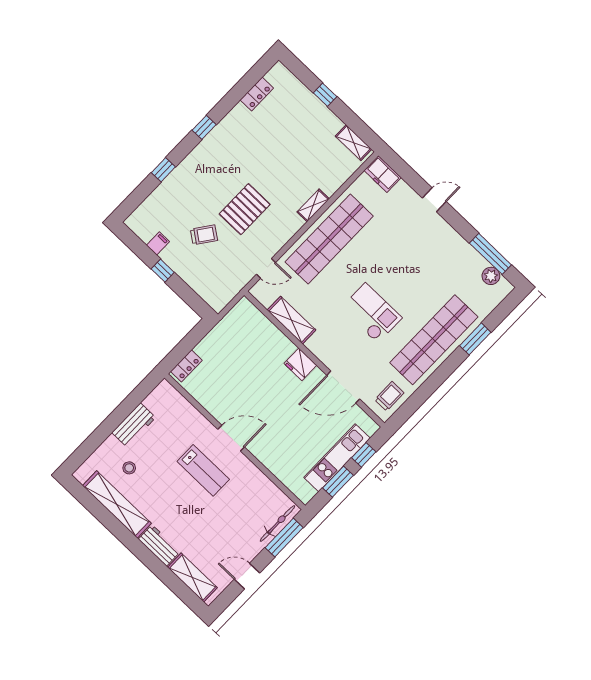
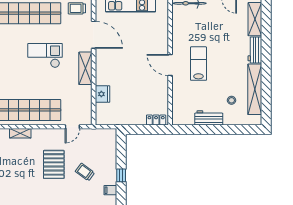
pallet: (245, 209) -> (54, 164), turned 90
door: (266, 268) -> (72, 127), swing flipped
checkout: (371, 313) -> (45, 56), turned 90
shelving: (291, 320) -> (85, 68), moved
fridge: (300, 364) -> (103, 94), moved

